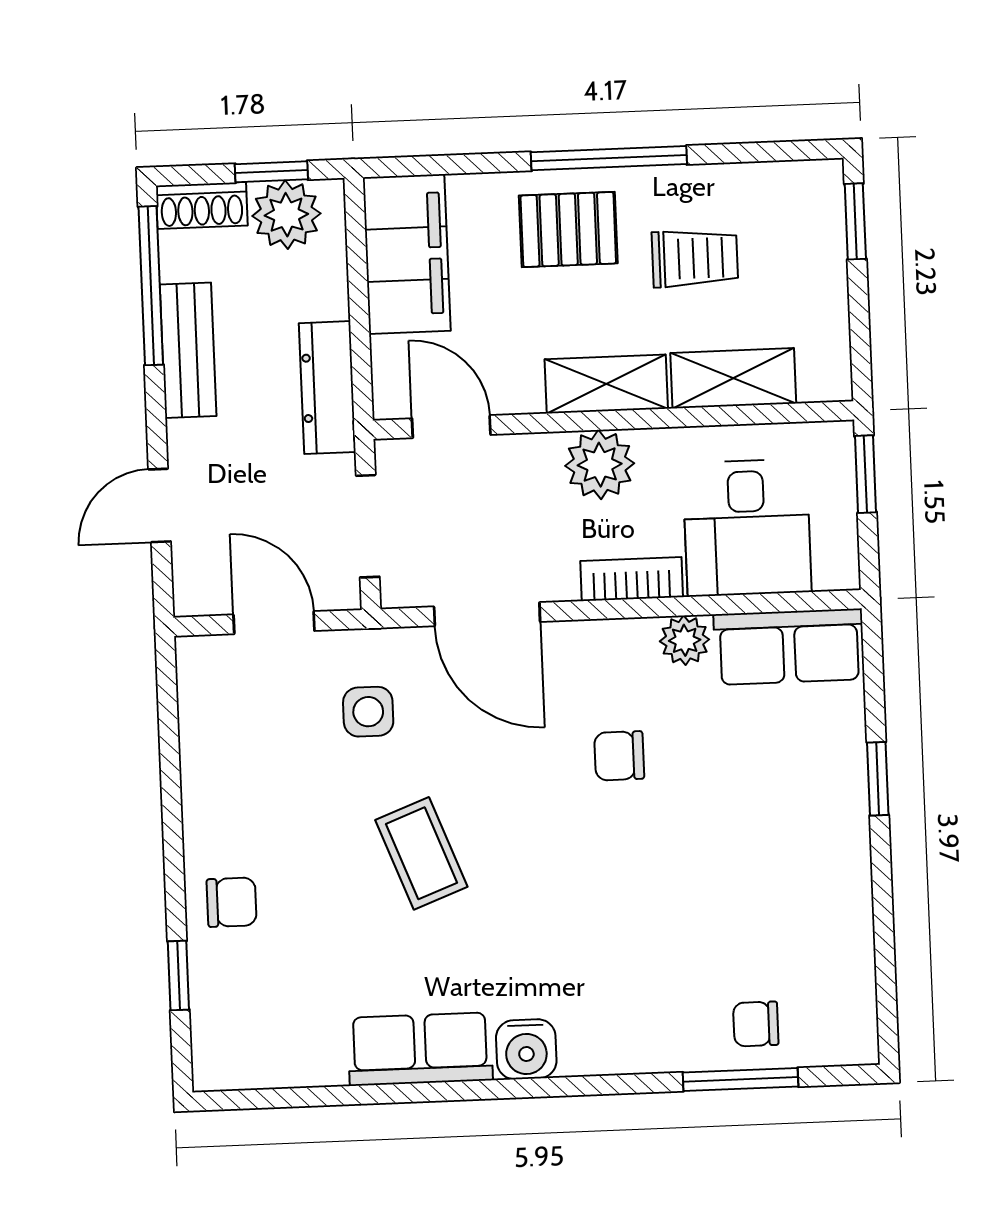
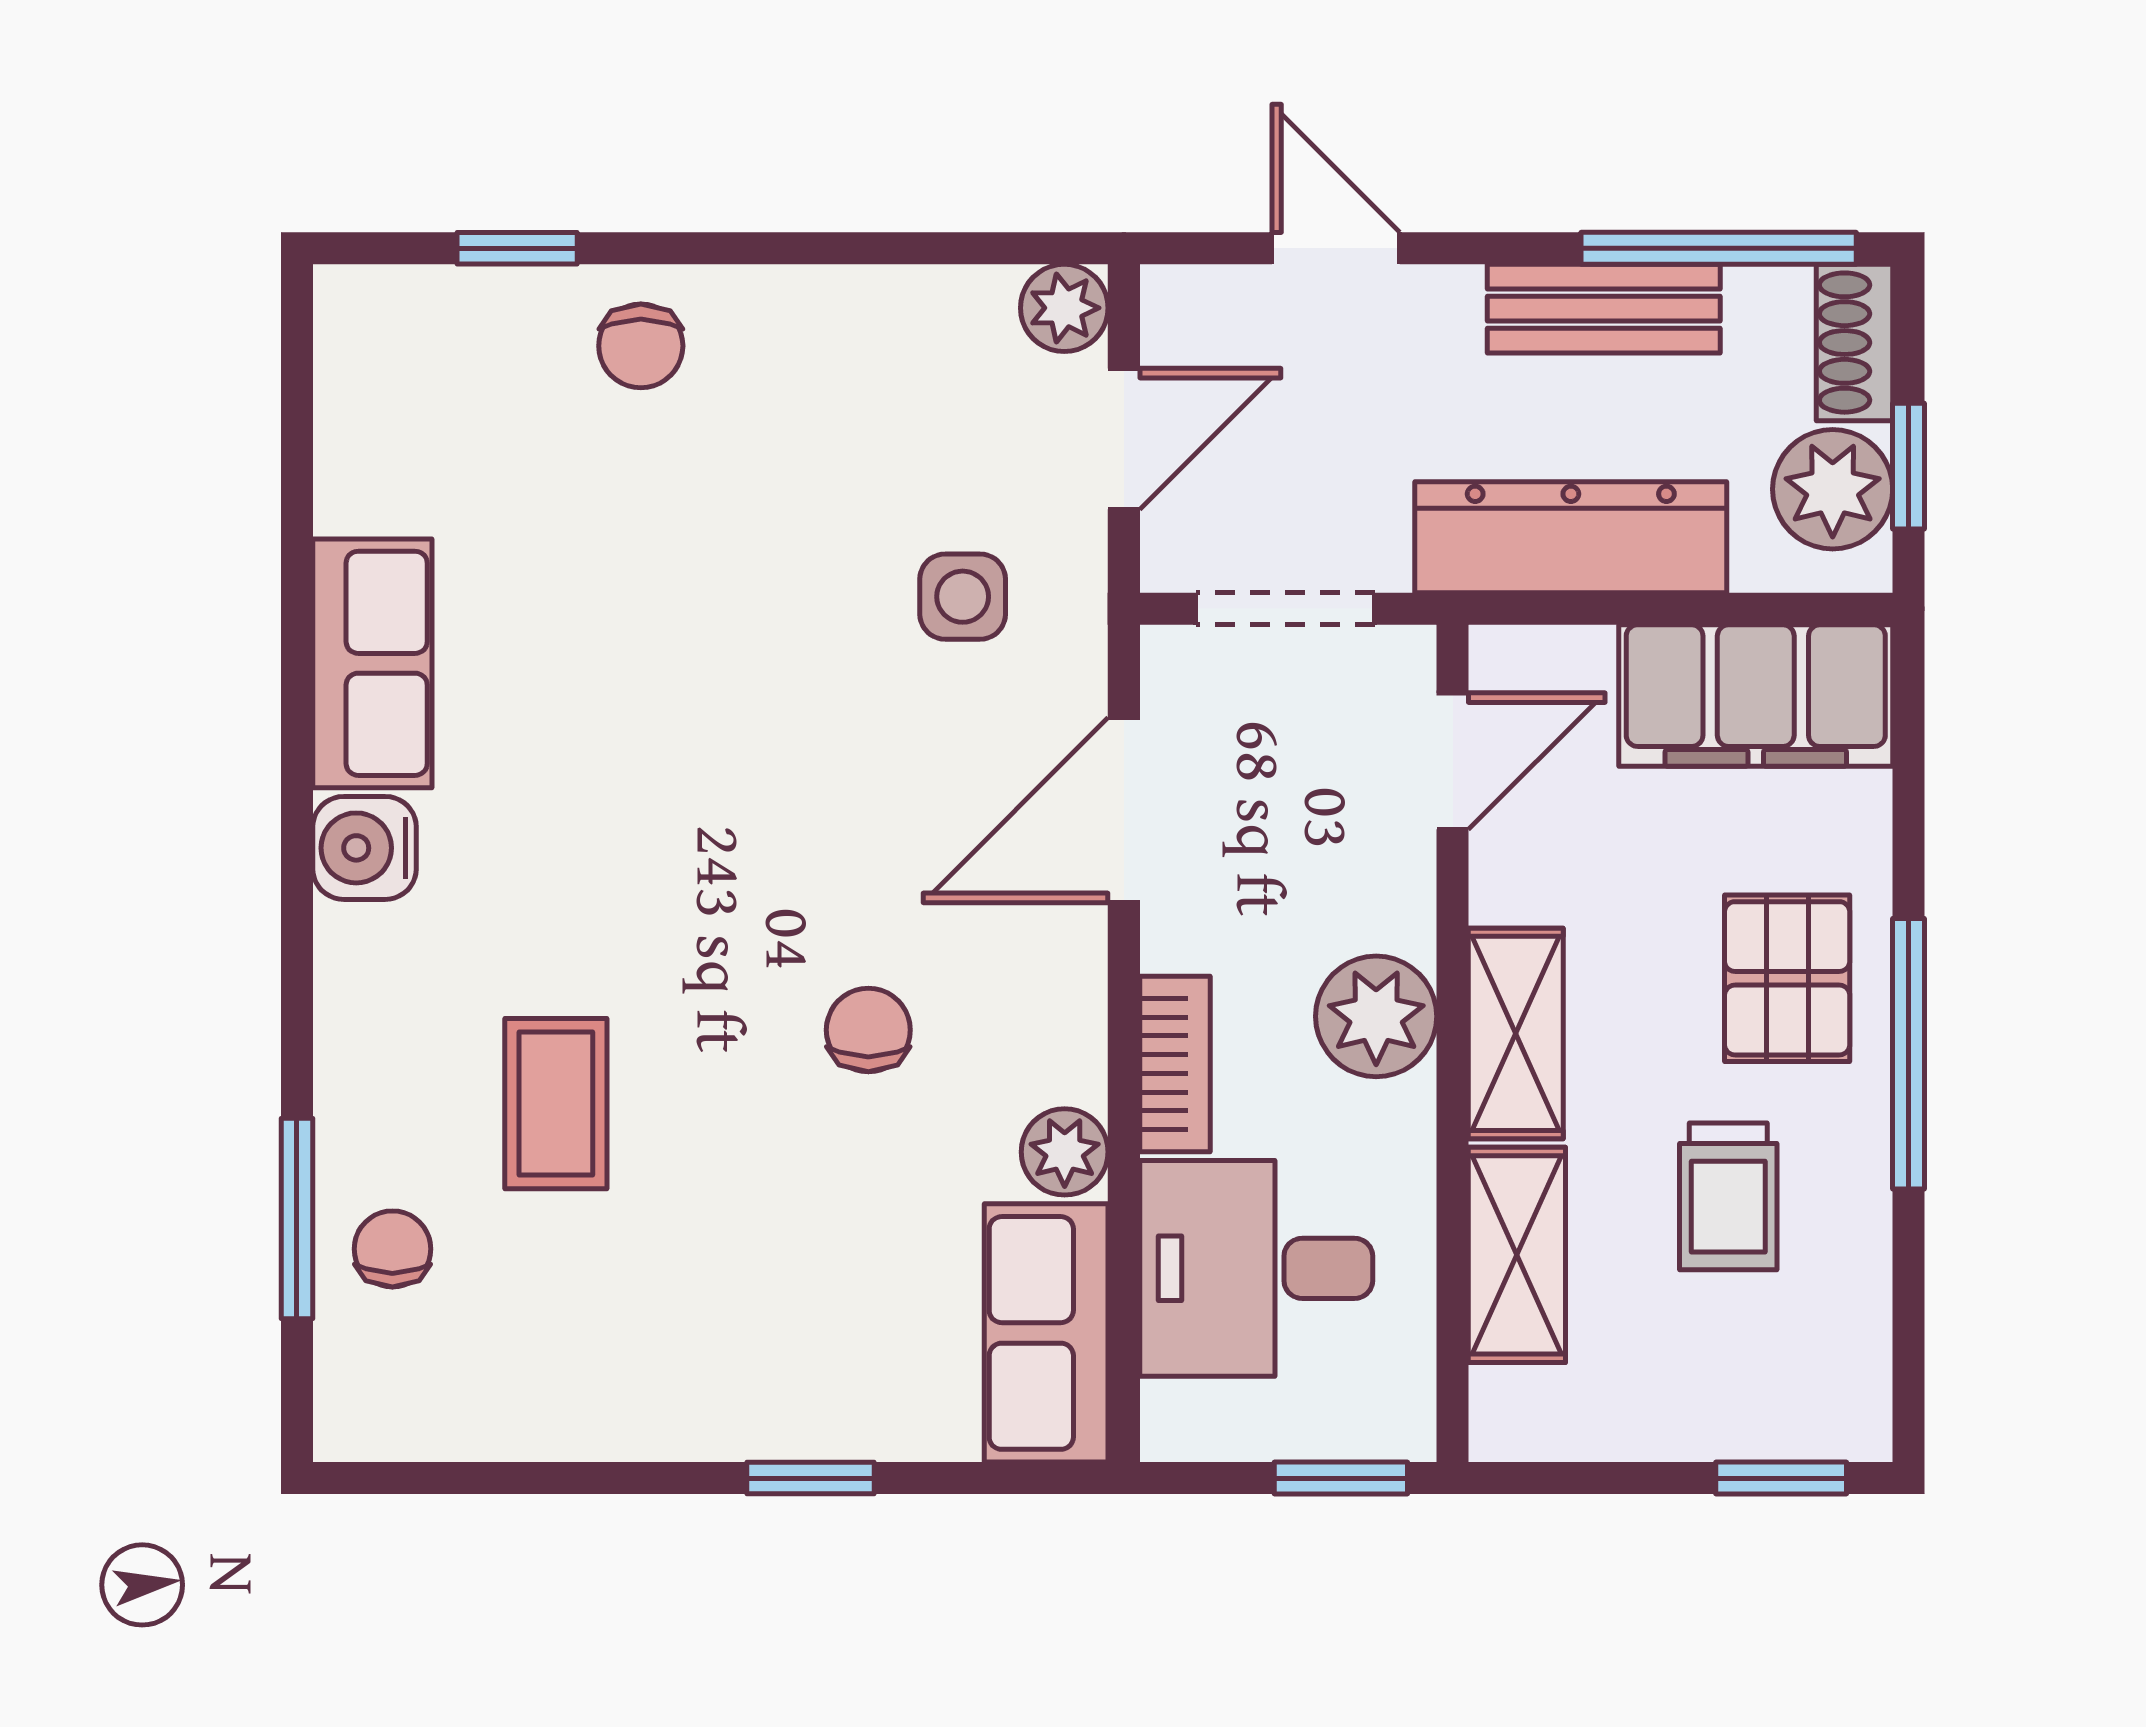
dresser: (327, 388) -> (1571, 537), width x1.37, depth x1.24
plant: (200, 660) -> (1064, 308), added
coffee table: (421, 853) -> (556, 1104), moved, turned -69

